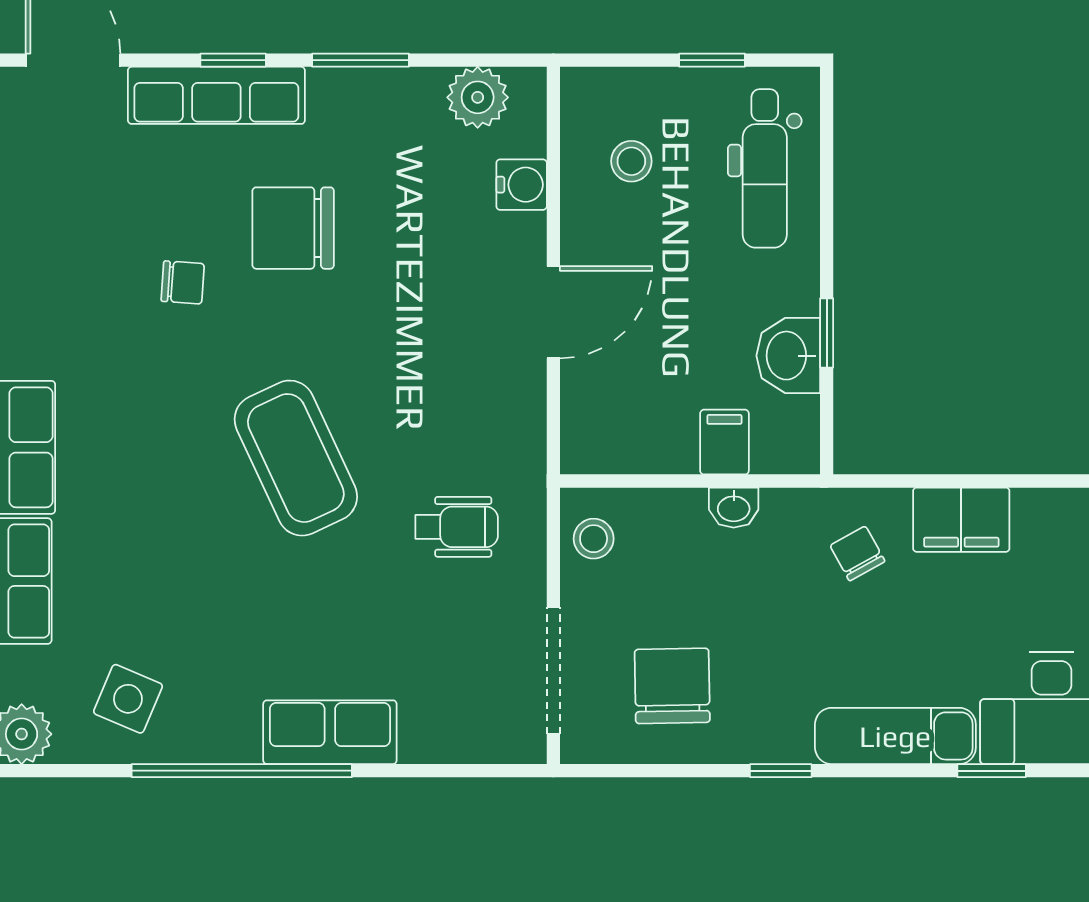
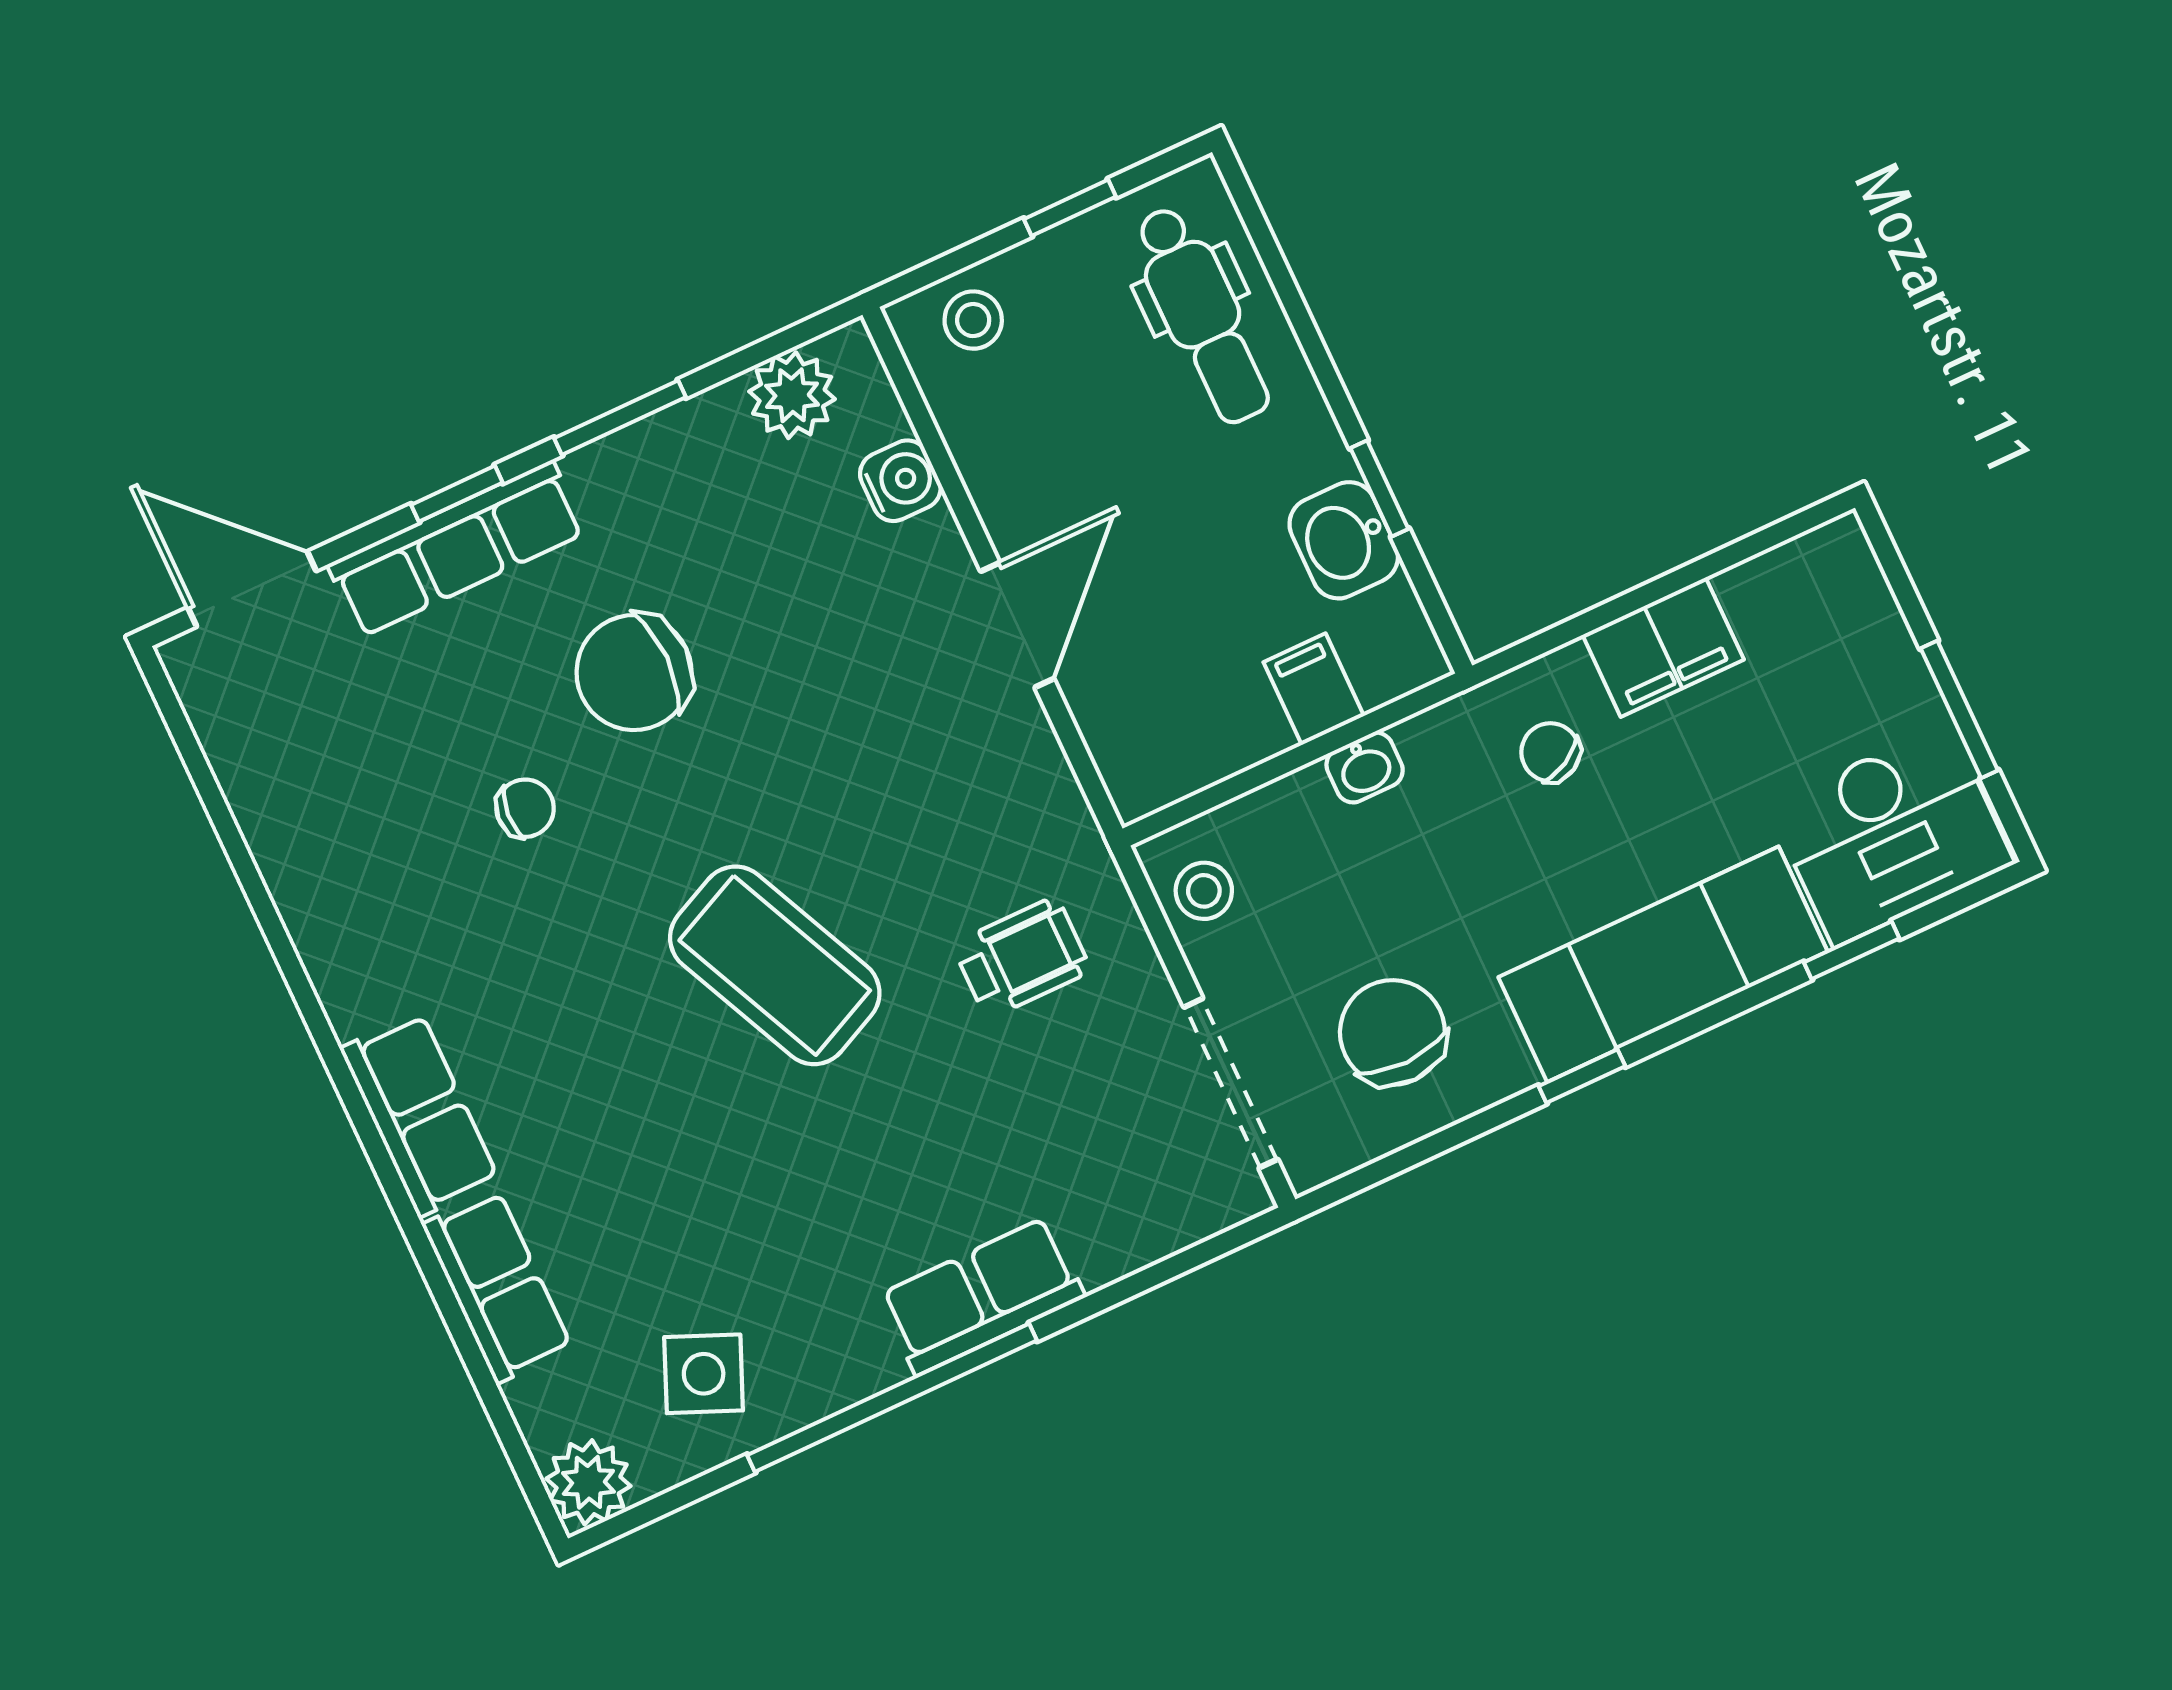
stool: (631, 161) -> (973, 320), moved
exam couch: (895, 736) -> (1663, 964), width x1.36, depth x1.45

